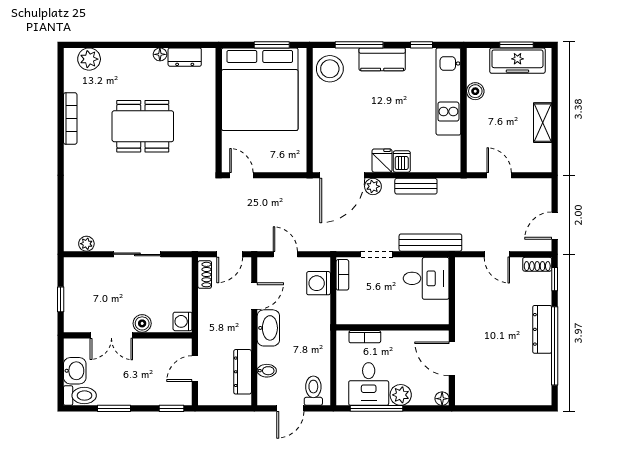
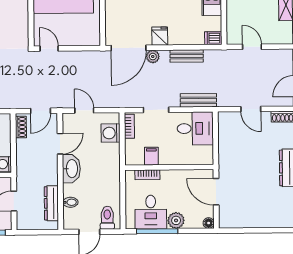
dishwasher: (402, 161) -> (213, 38), moved, turned -90
bench: (430, 243) -> (198, 100), width x0.73
filing cabinet: (370, 313) -> (151, 156), added

